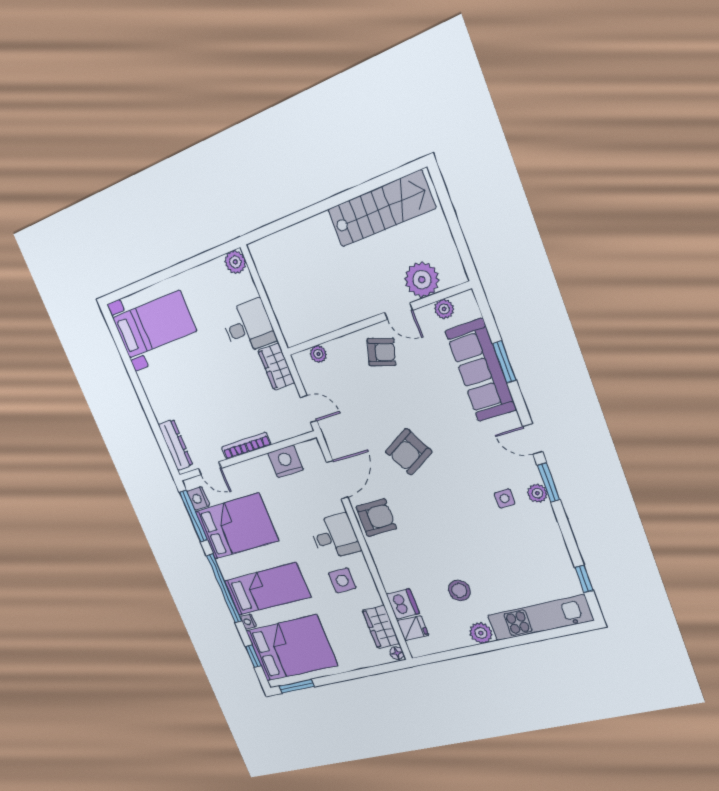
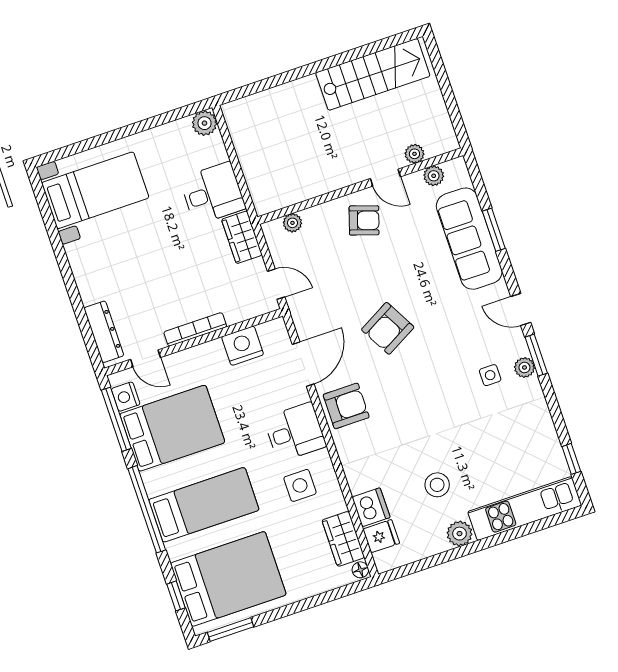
plant: (422, 280) -> (414, 154), width x0.53, depth x0.53
nightstand: (248, 622) -> (174, 550), removed

